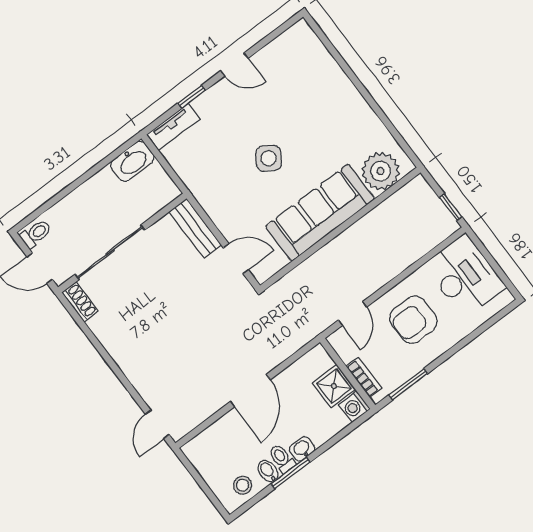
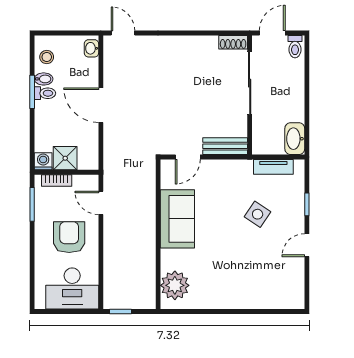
tv unit: (173, 127) -> (273, 167), moved, turned -90
side table: (269, 158) -> (258, 214), moved
sofa: (320, 213) -> (177, 219), width x0.73
washbasin: (302, 449) -> (91, 48), moved, turned 180

